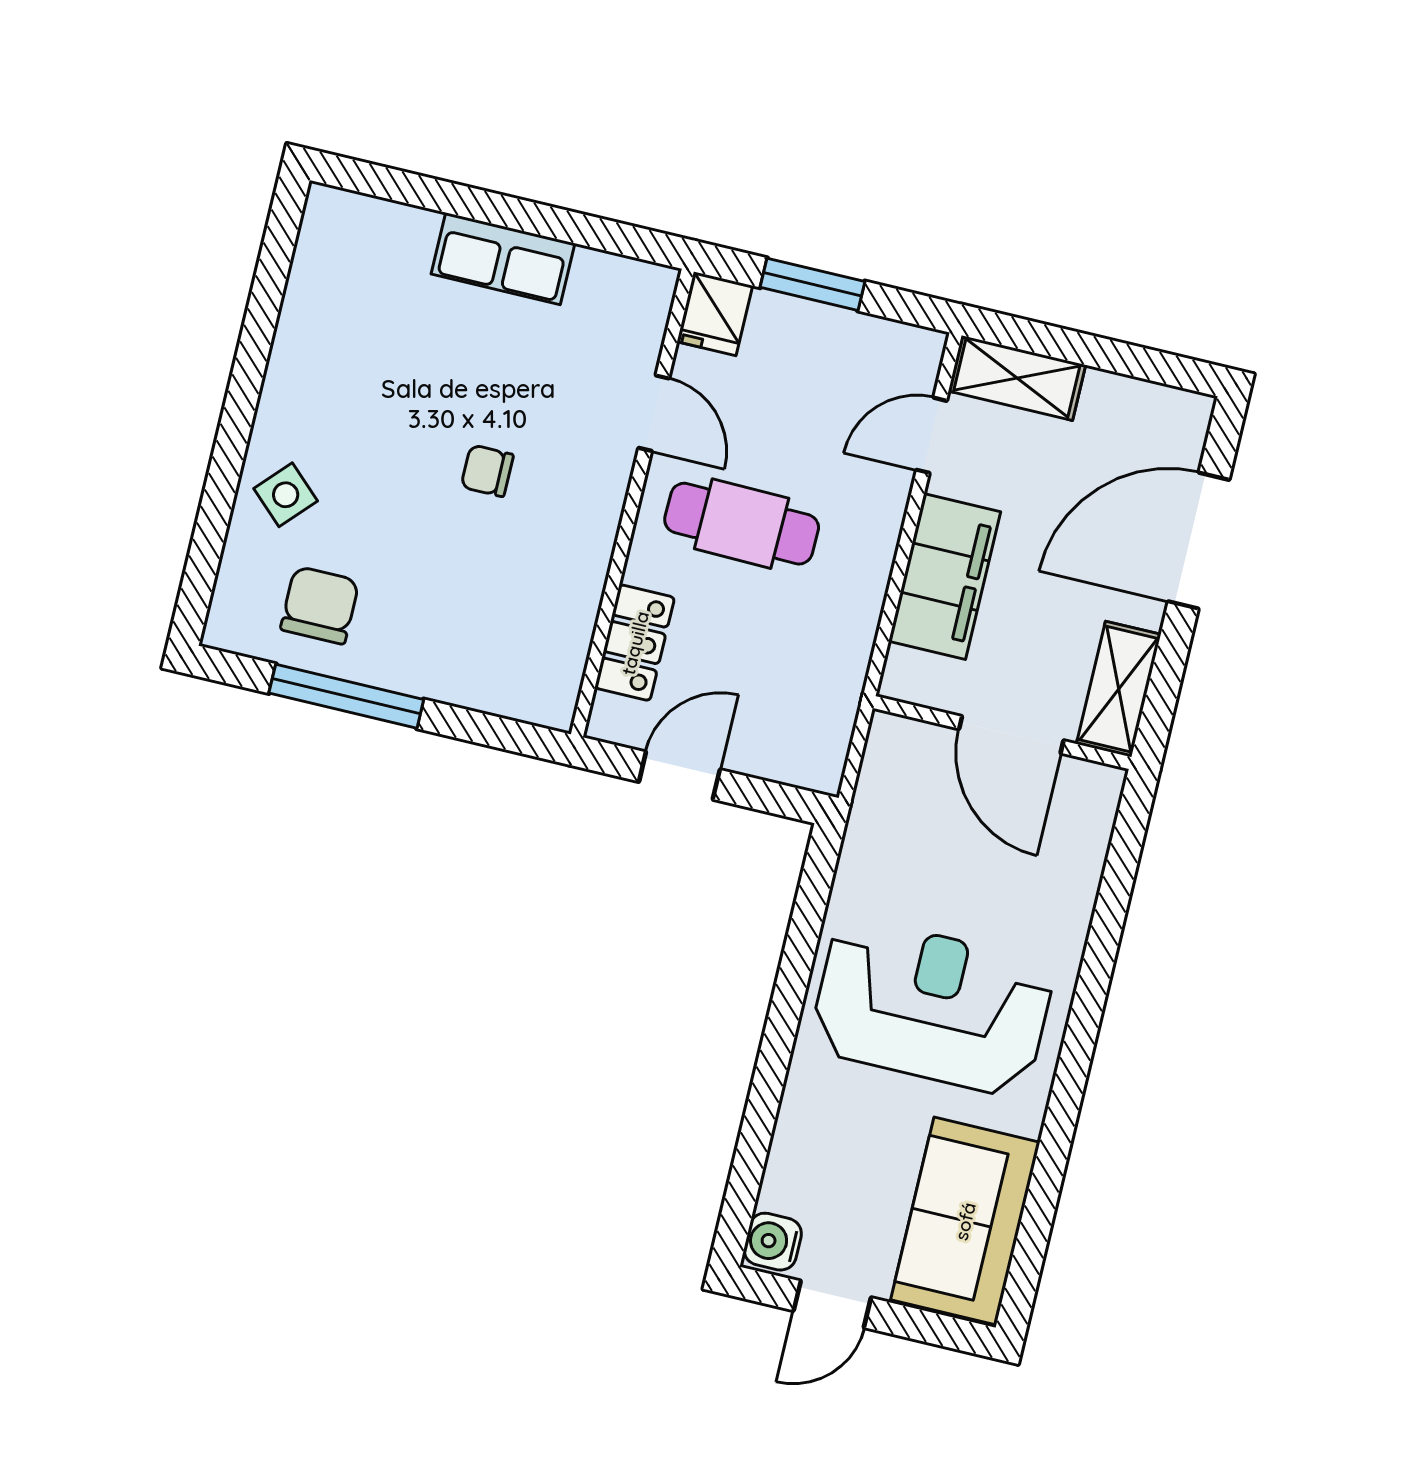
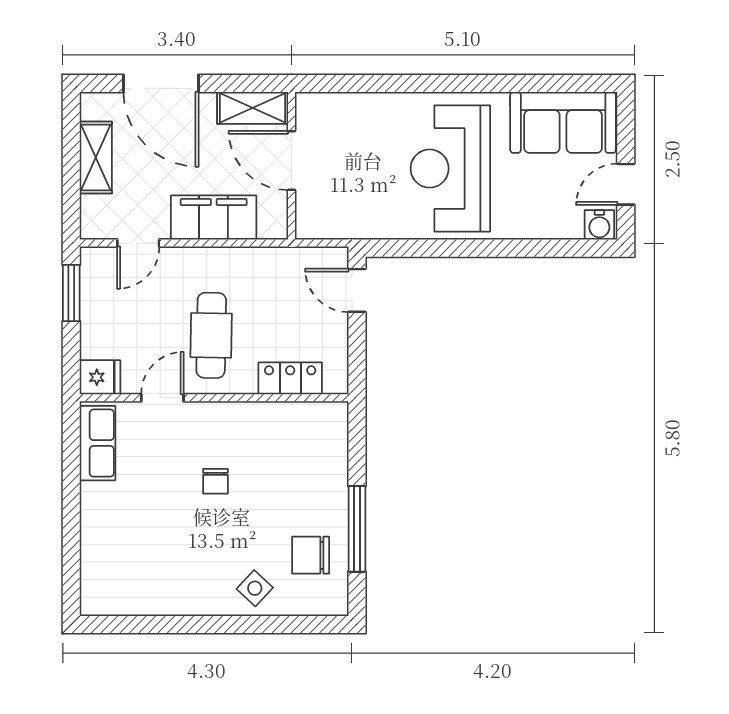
row of seats: (503, 259) -> (97, 443), moved
window: (812, 284) -> (71, 293), moved
shelving: (1017, 378) -> (96, 158), moved
door: (931, 435) -> (138, 243), hinge flipped
door: (1011, 735) -> (291, 161), swing flipped
door: (679, 776) -> (357, 290), moved
door: (832, 1304) -> (626, 184), swing flipped

